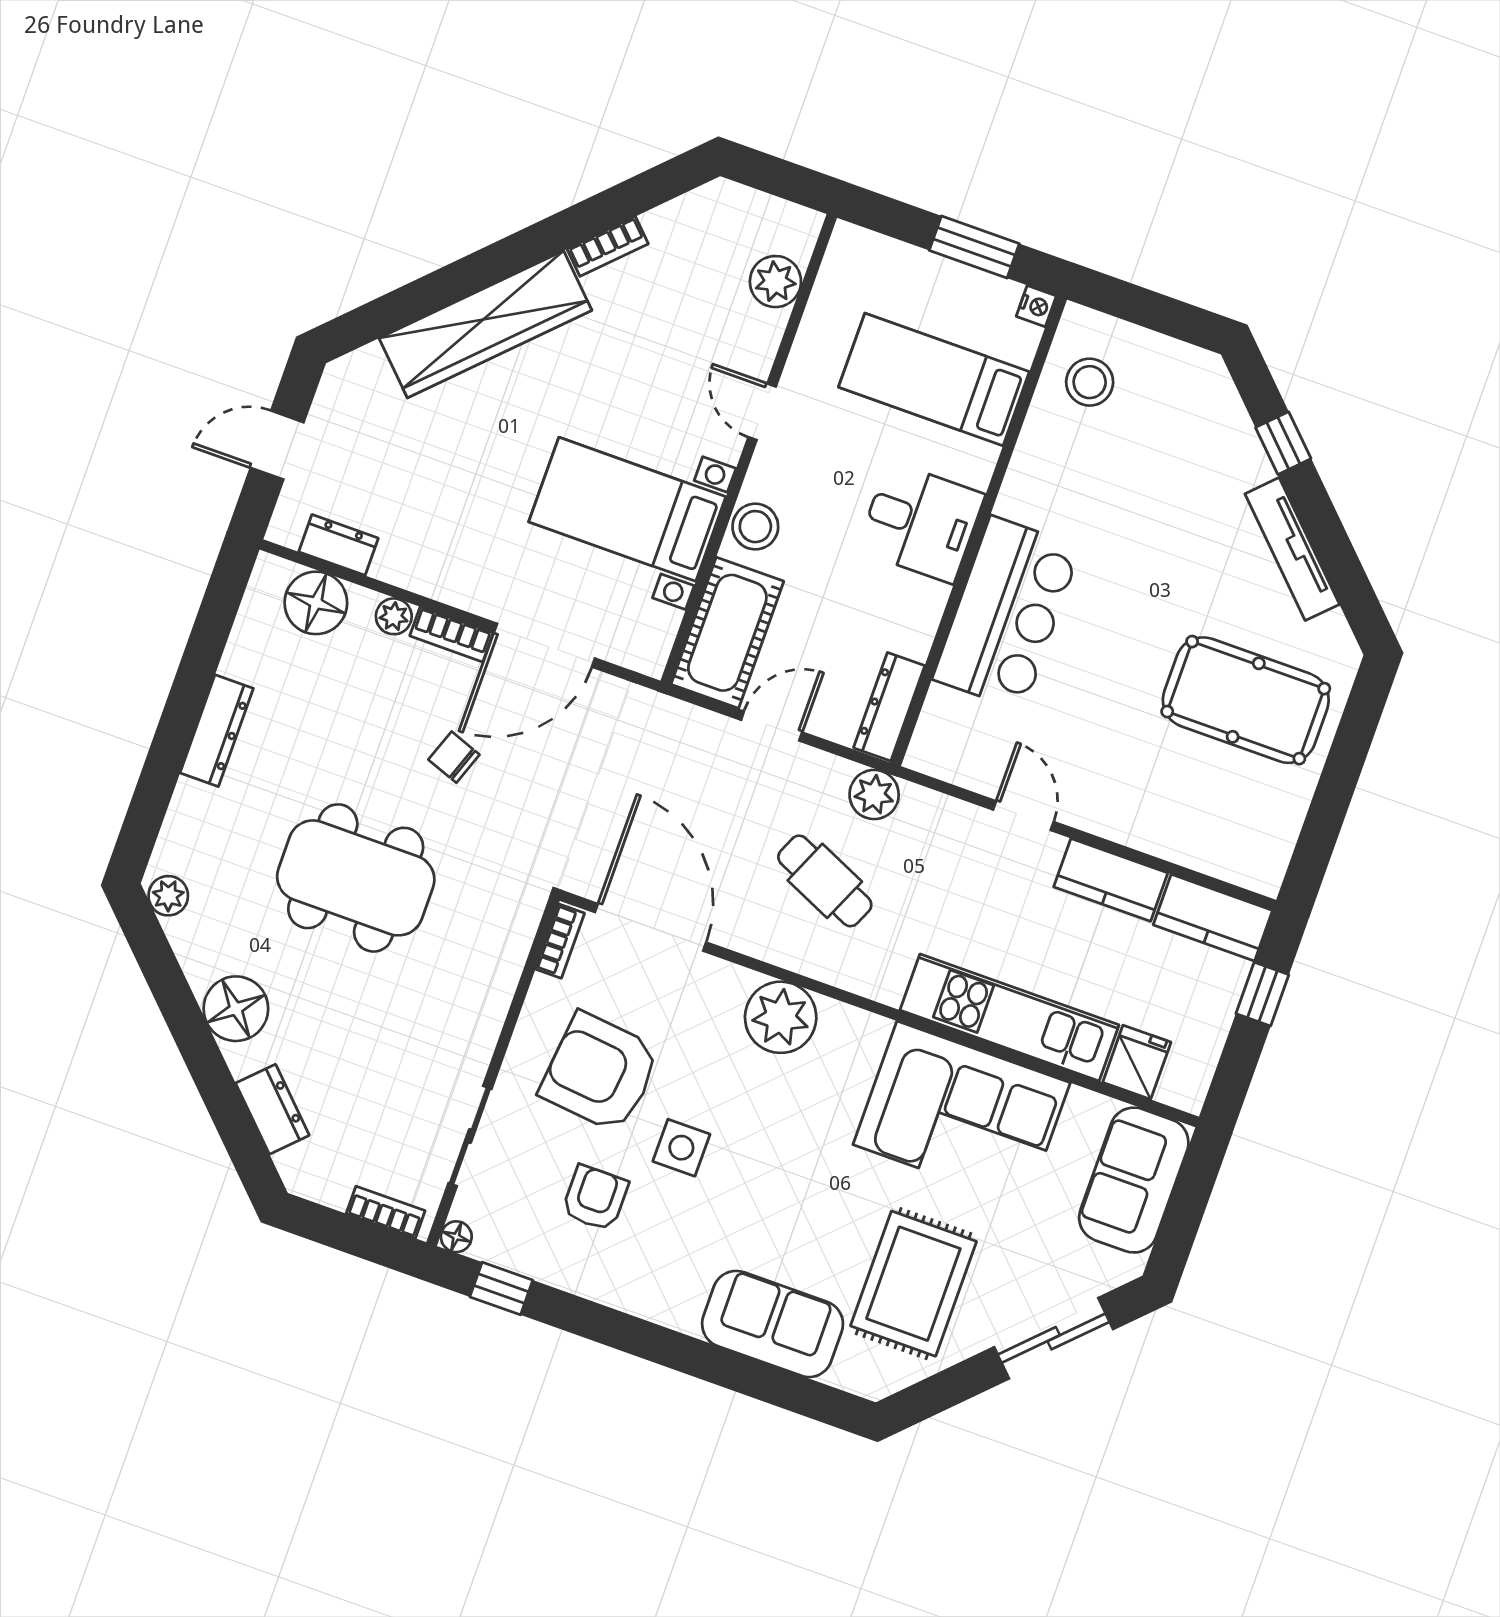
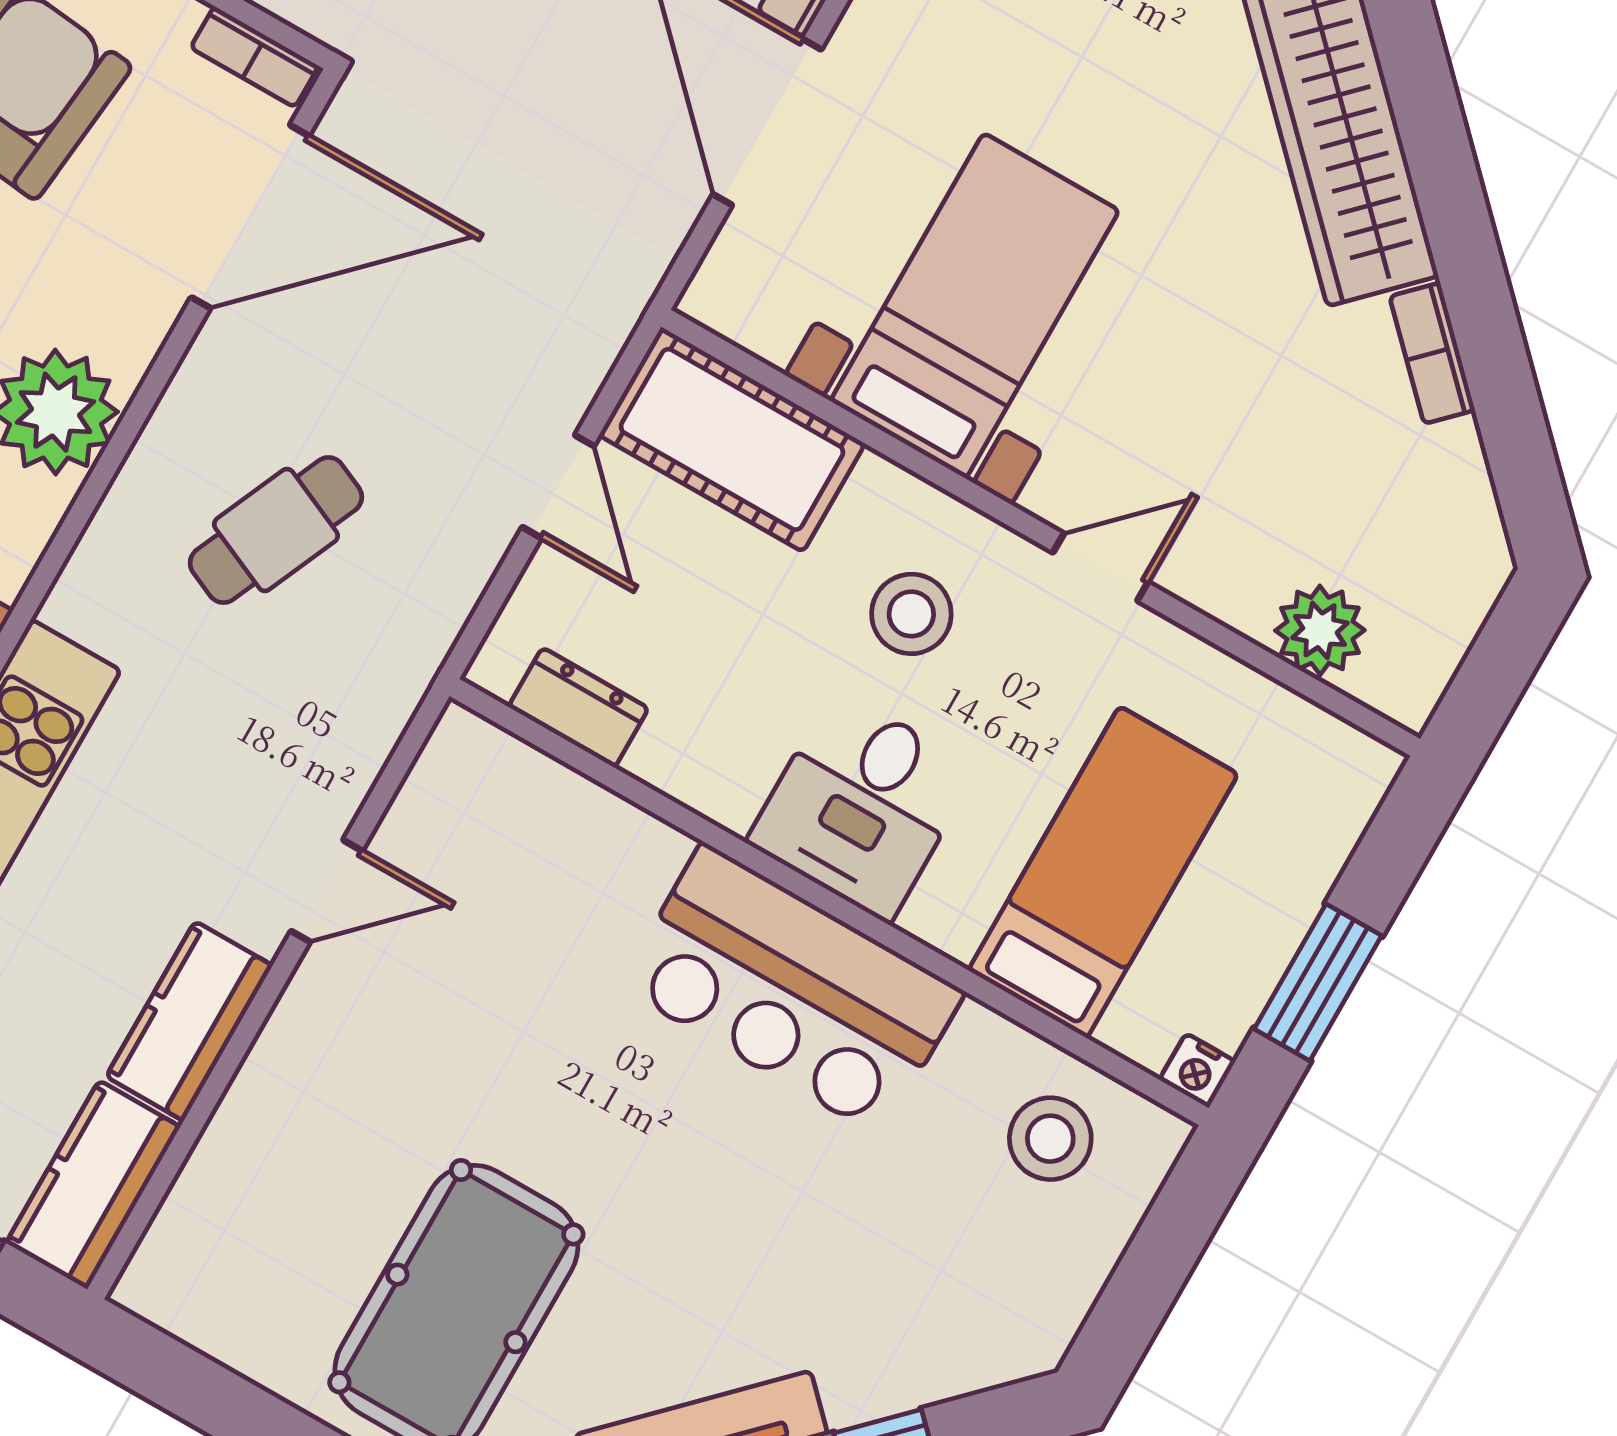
stool: (755, 527) -> (911, 614), moved
bar counter: (1007, 613) -> (792, 990), moved
dresser: (889, 707) -> (578, 708), width x0.70
plant: (874, 795) -> (409, 641), removed

